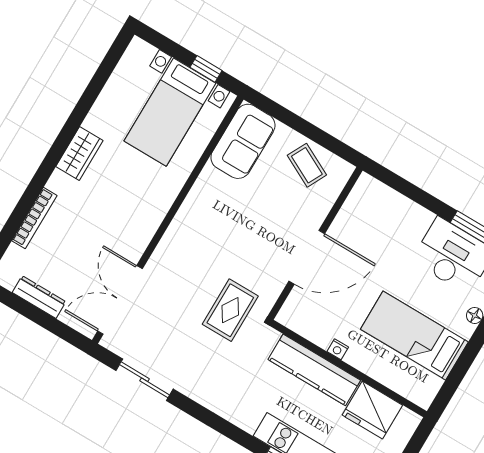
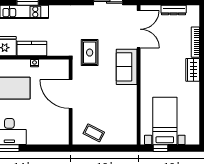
sofa: (243, 141) -> (127, 67), moved
wardrobe: (79, 154) -> (193, 70), moved
door: (307, 257) -> (71, 94), hinge flipped
kitchen counter: (314, 370) -> (32, 48), width x0.67

